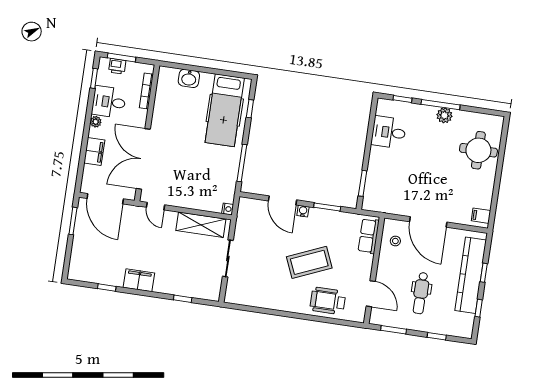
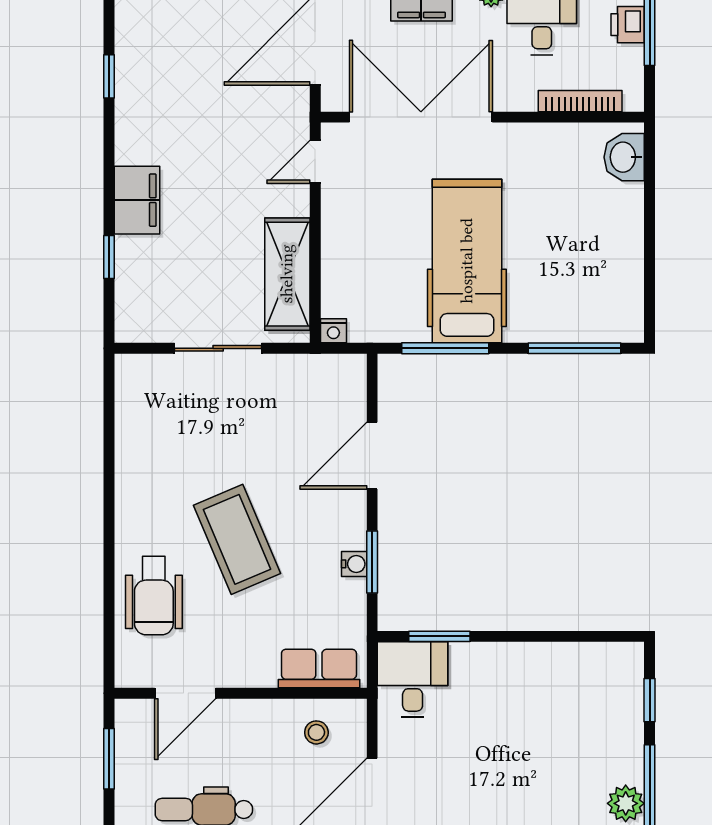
washbasin: (189, 78) -> (624, 157), moved
window: (250, 109) -> (575, 348), width x2.17
hospital bed: (225, 110) -> (467, 261), moved, turned 90
desk: (389, 132) -> (413, 680), moved
water cooler: (303, 211) -> (354, 564), moved
filing cabinet: (139, 280) -> (137, 200), moved
wheelchair: (328, 301) -> (154, 596), turned 180

